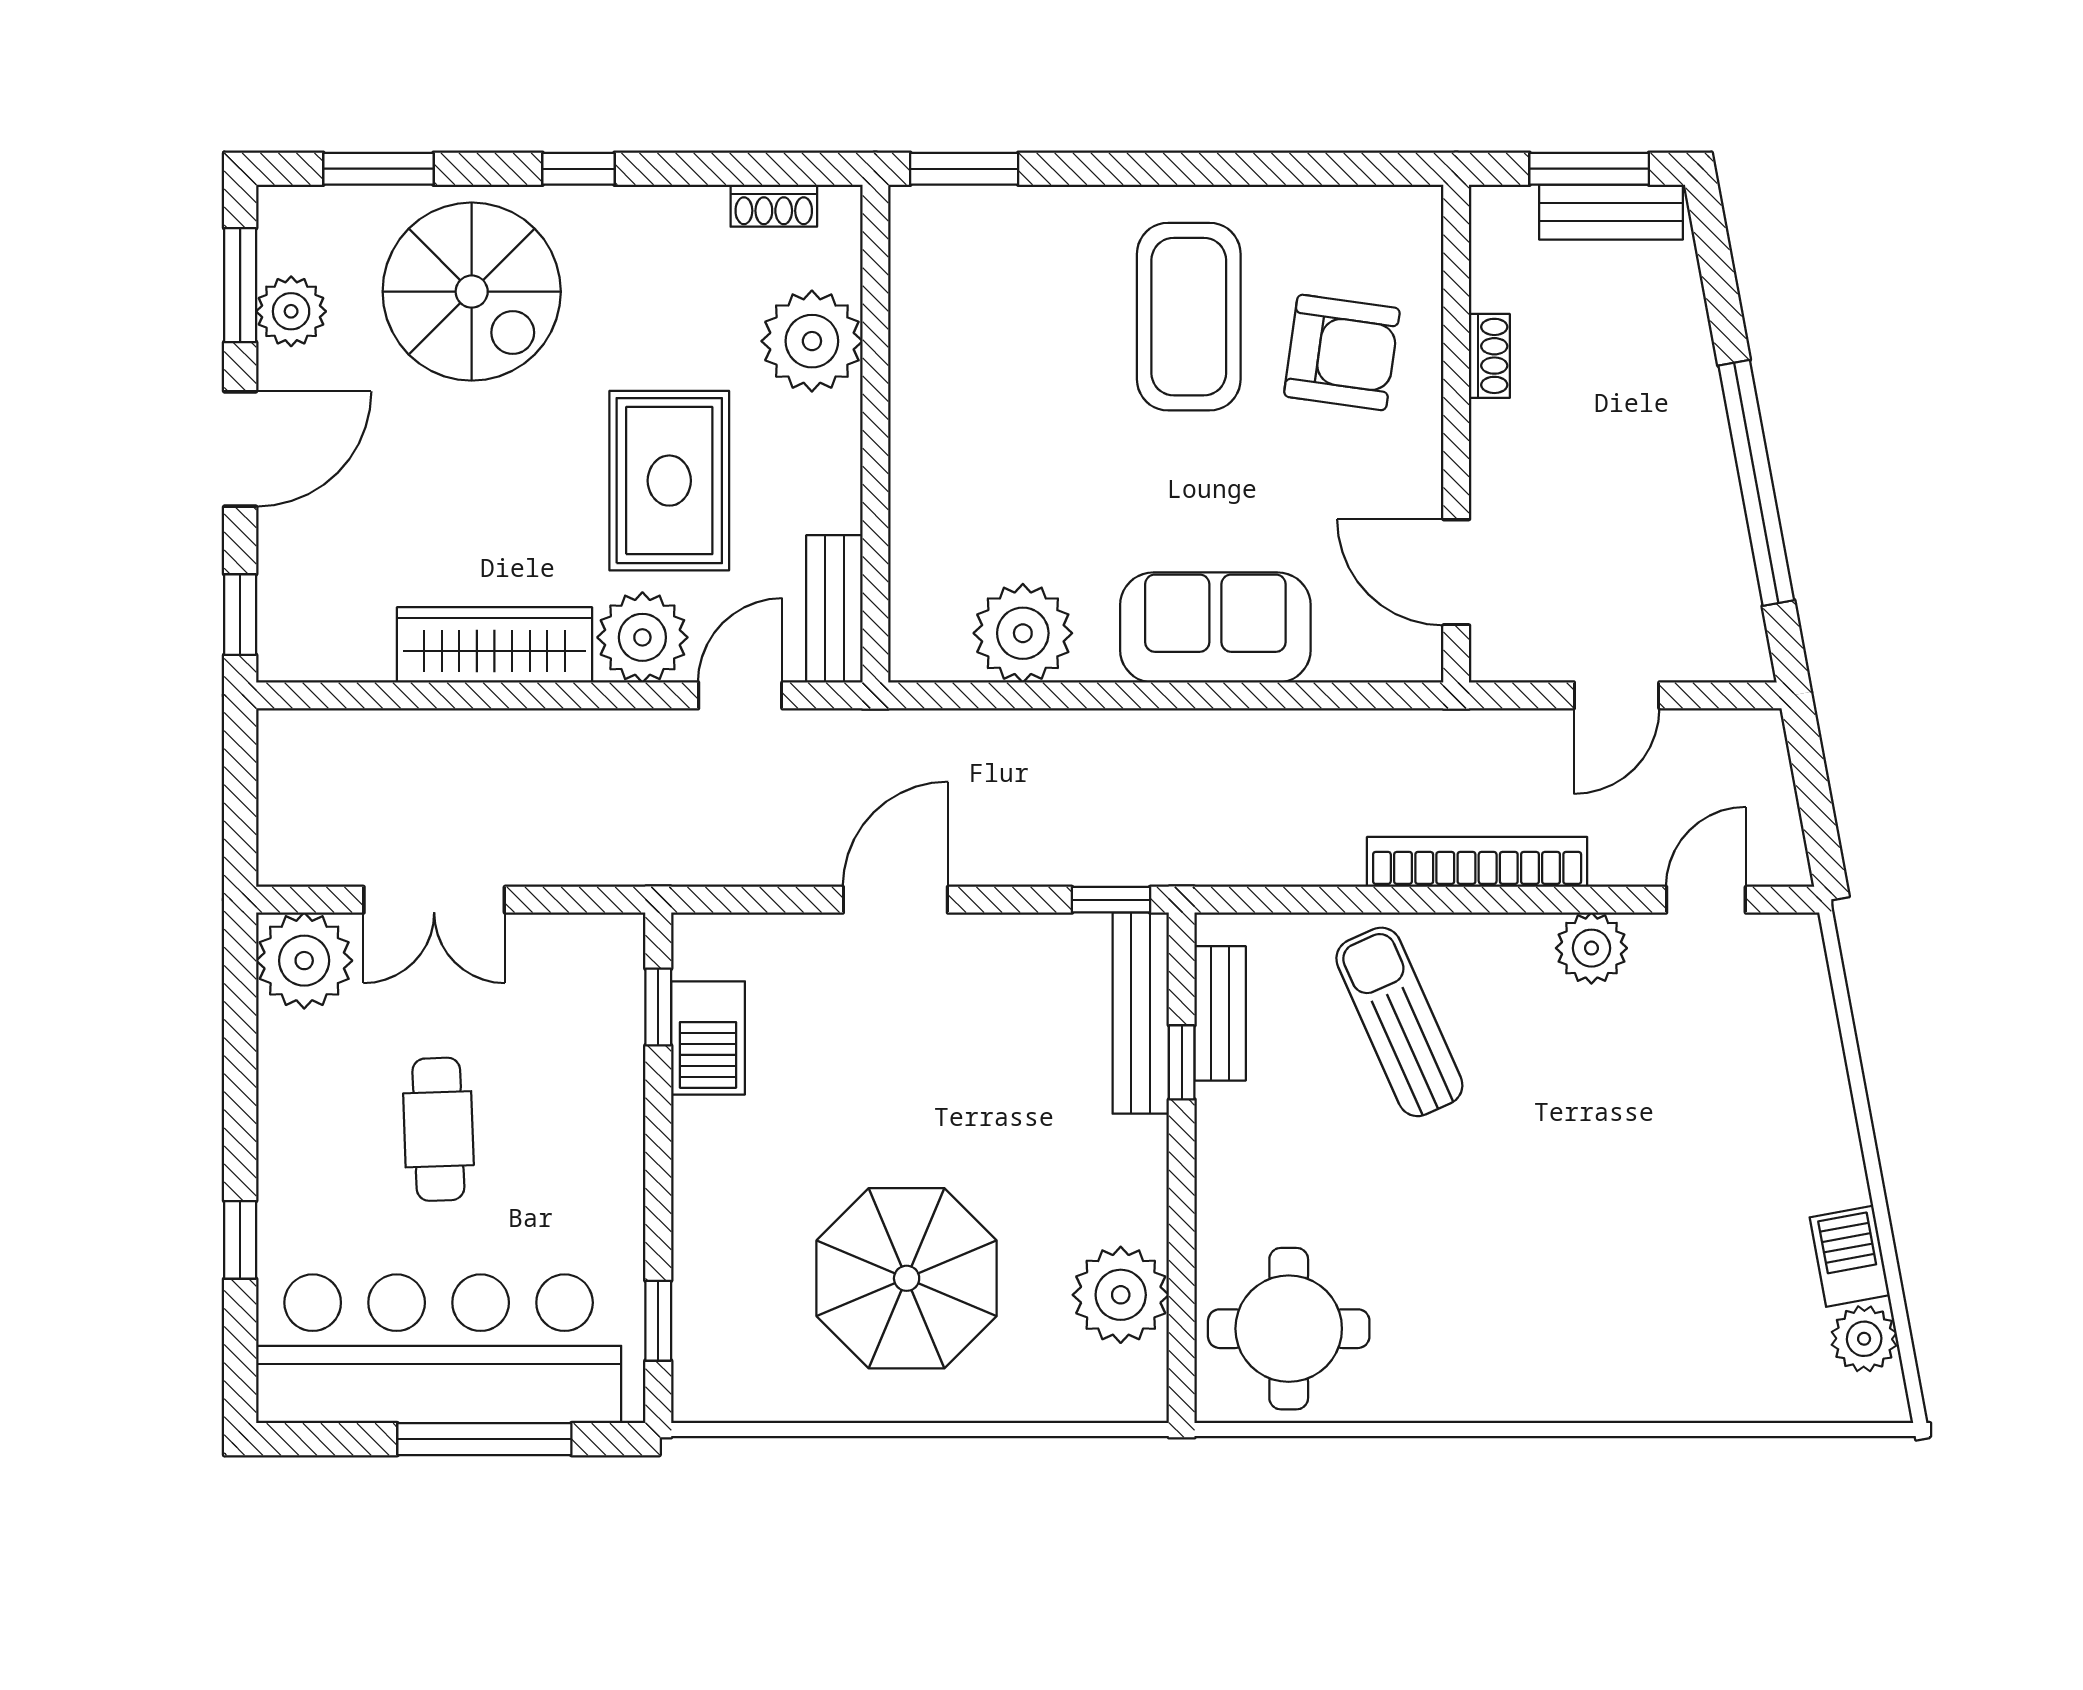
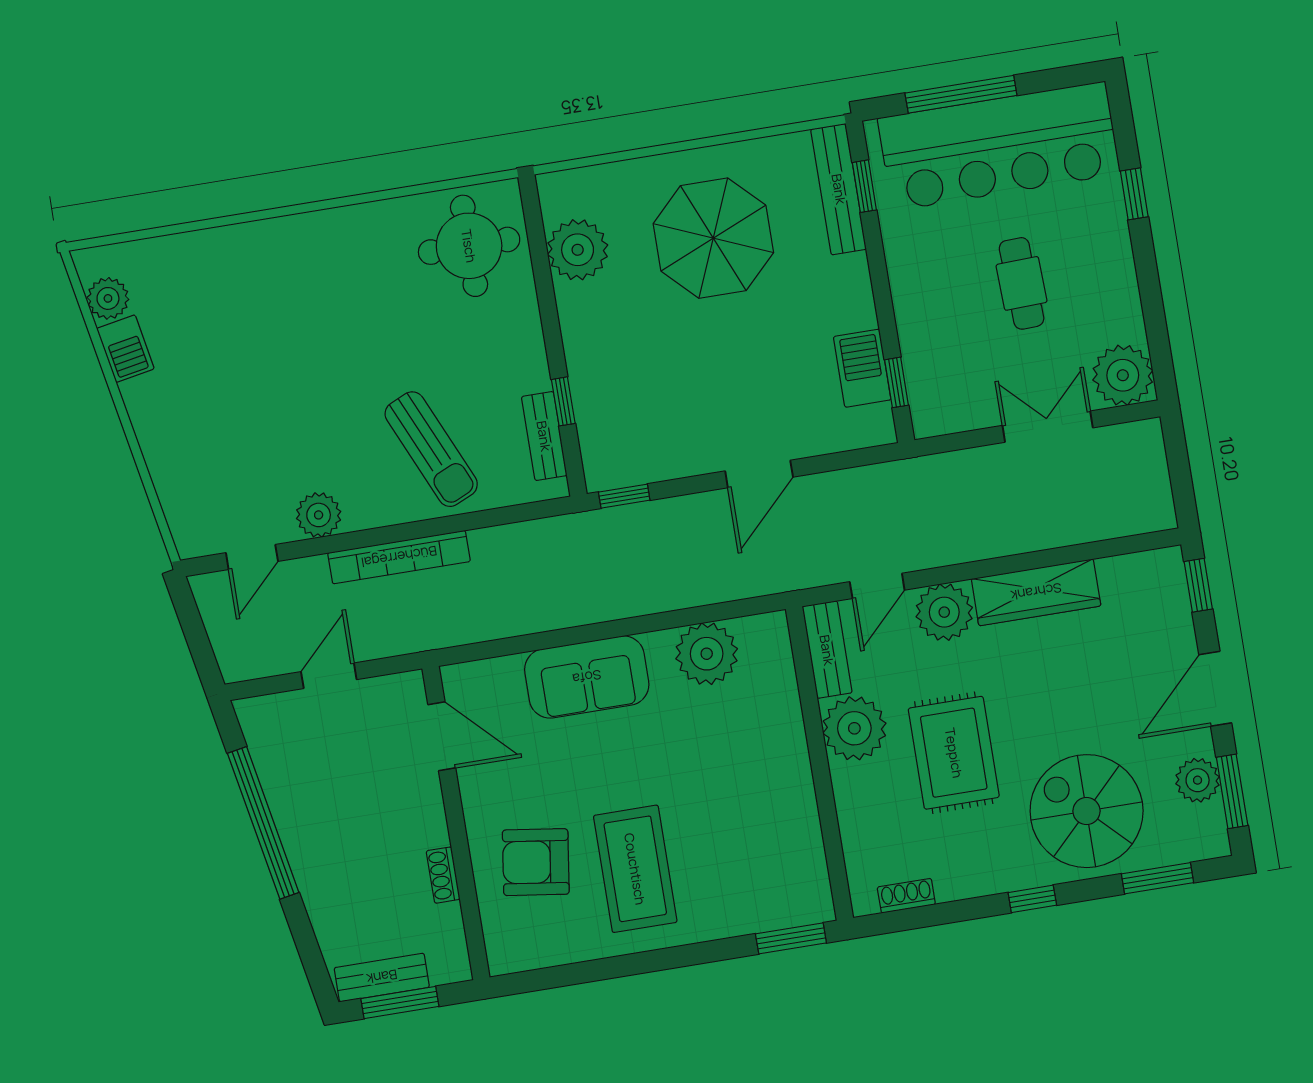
plant: (812, 341) -> (854, 728), moved
rug: (669, 481) -> (954, 753), moved
bench: (1141, 1013) -> (839, 189), moved

